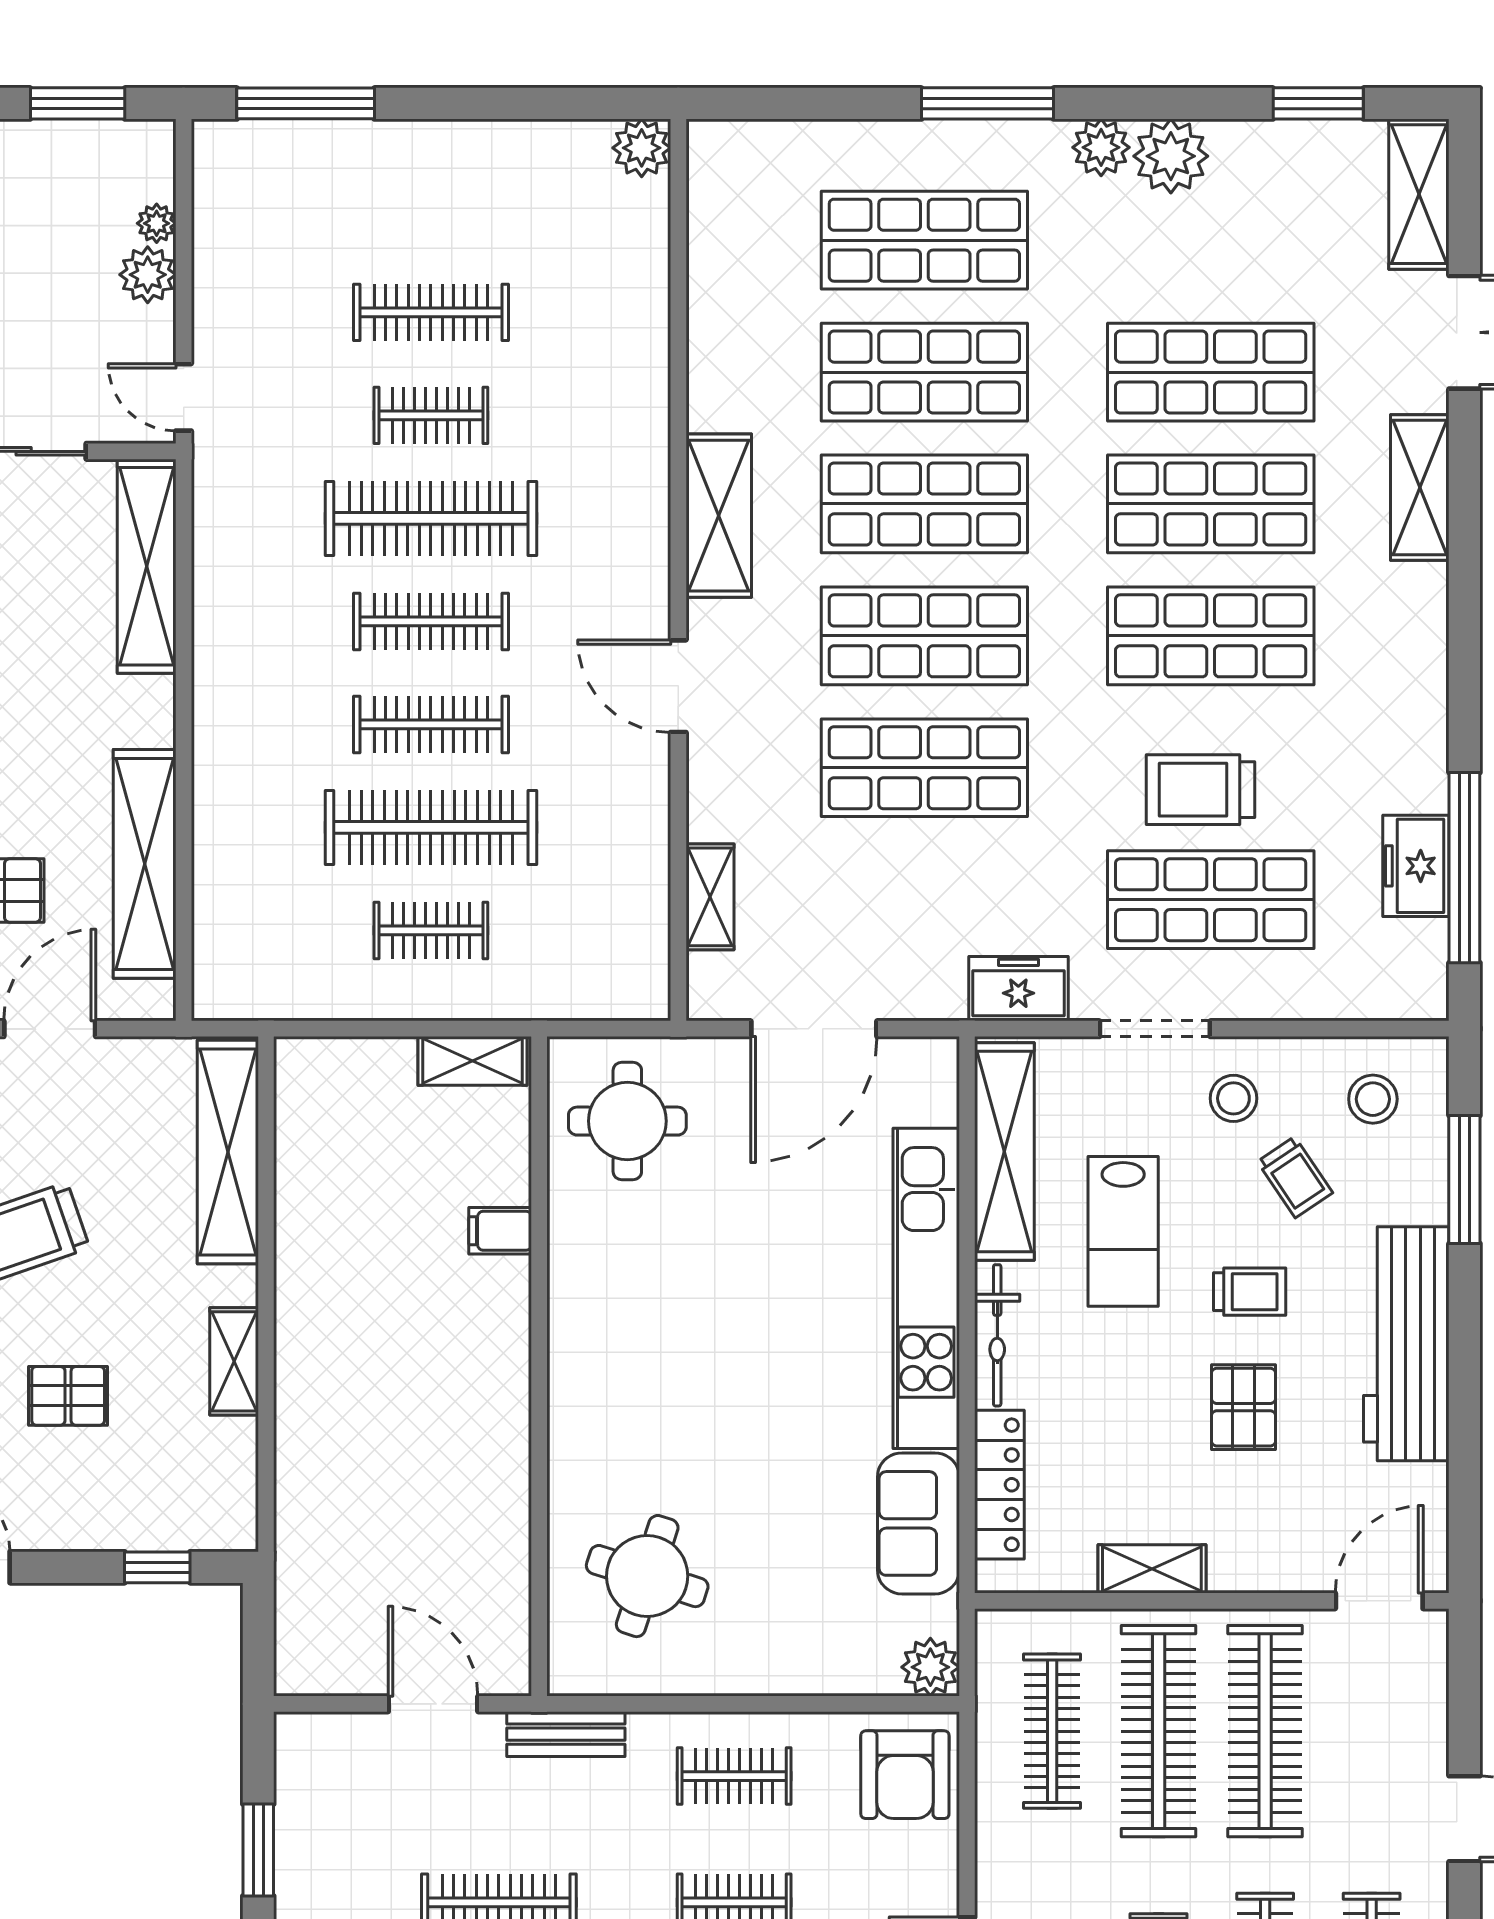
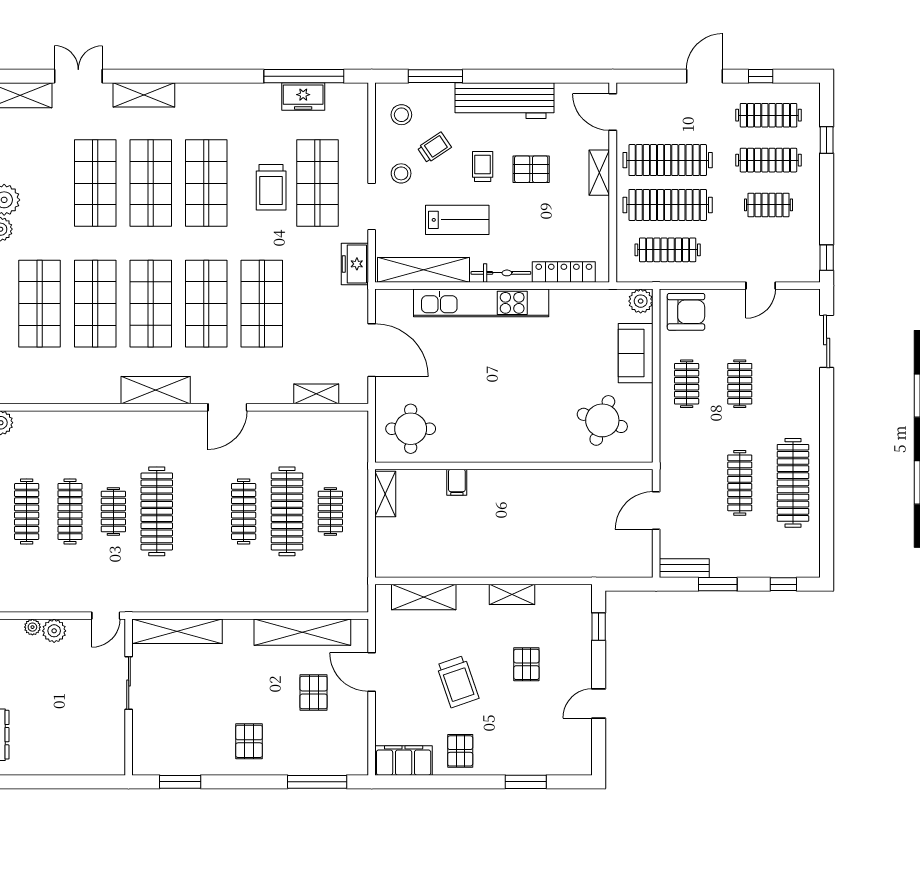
clothes rail: (431, 621) -> (27, 511), moved
shelving: (228, 1152) -> (424, 597), width x0.68
sofa: (918, 1523) -> (636, 353), moved, turned 90
shelving: (1152, 1569) -> (599, 173), moved
bench: (566, 1734) -> (684, 568), moved, turned 90

